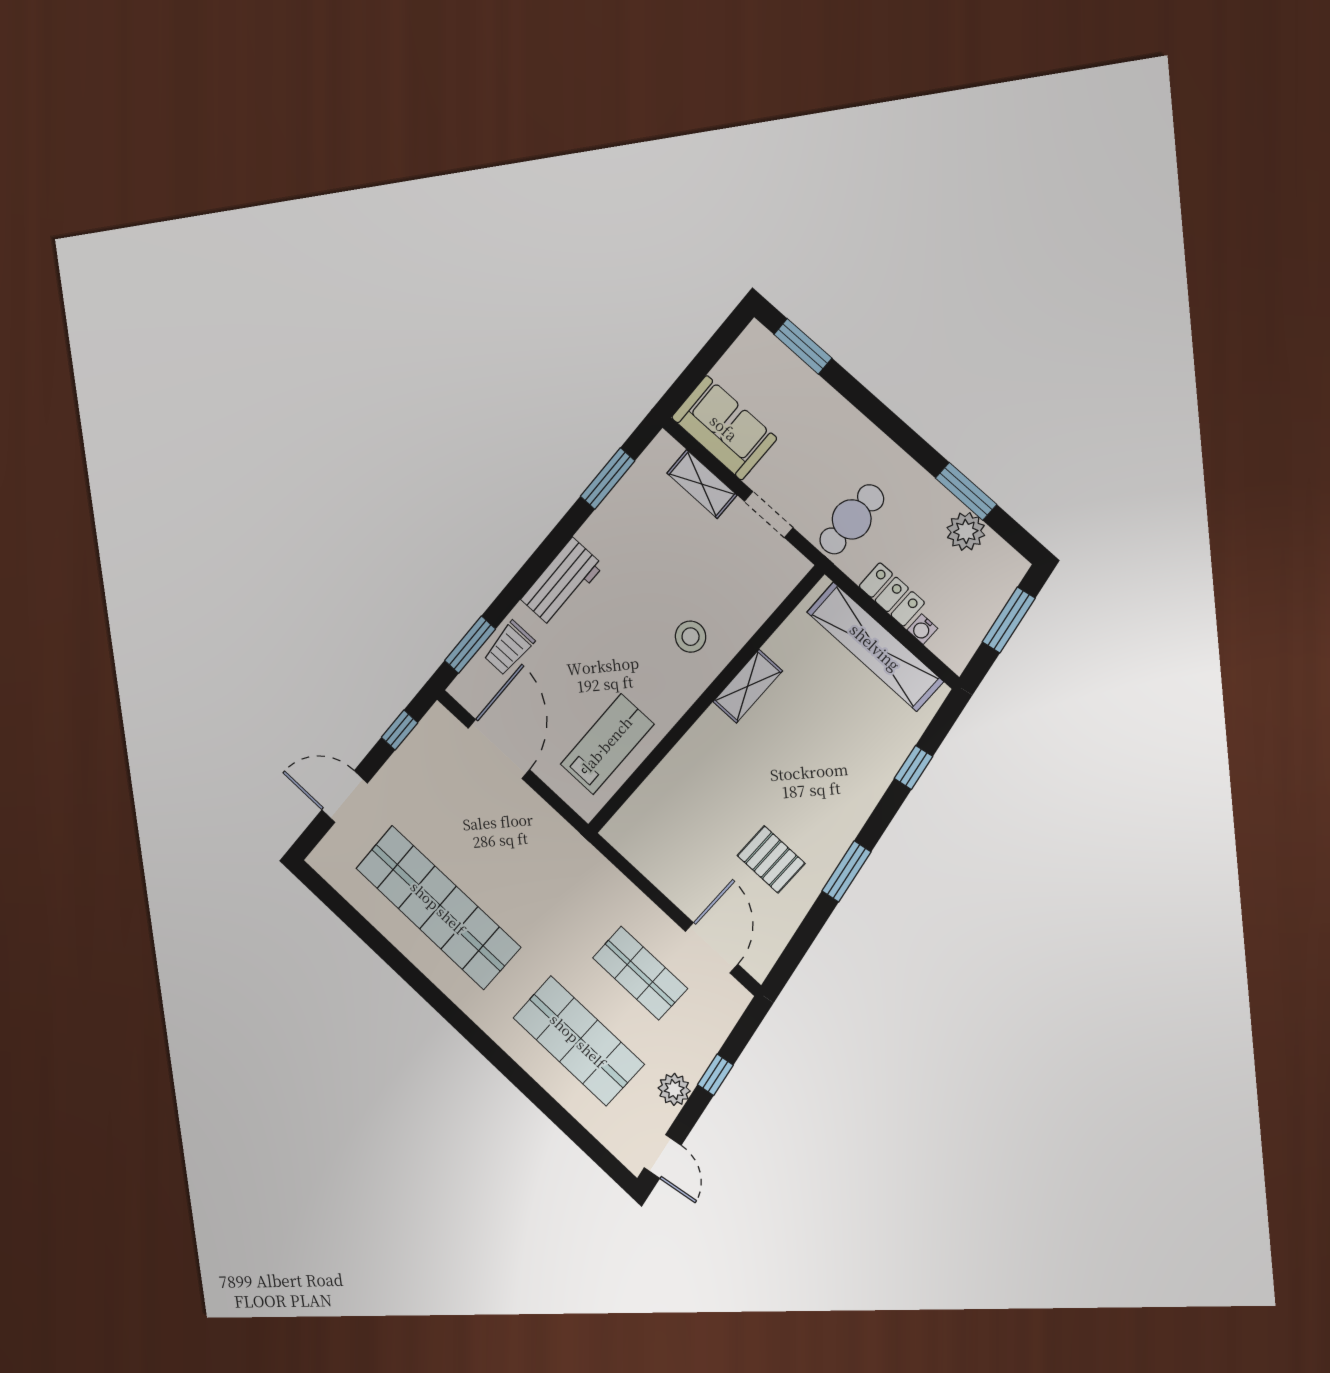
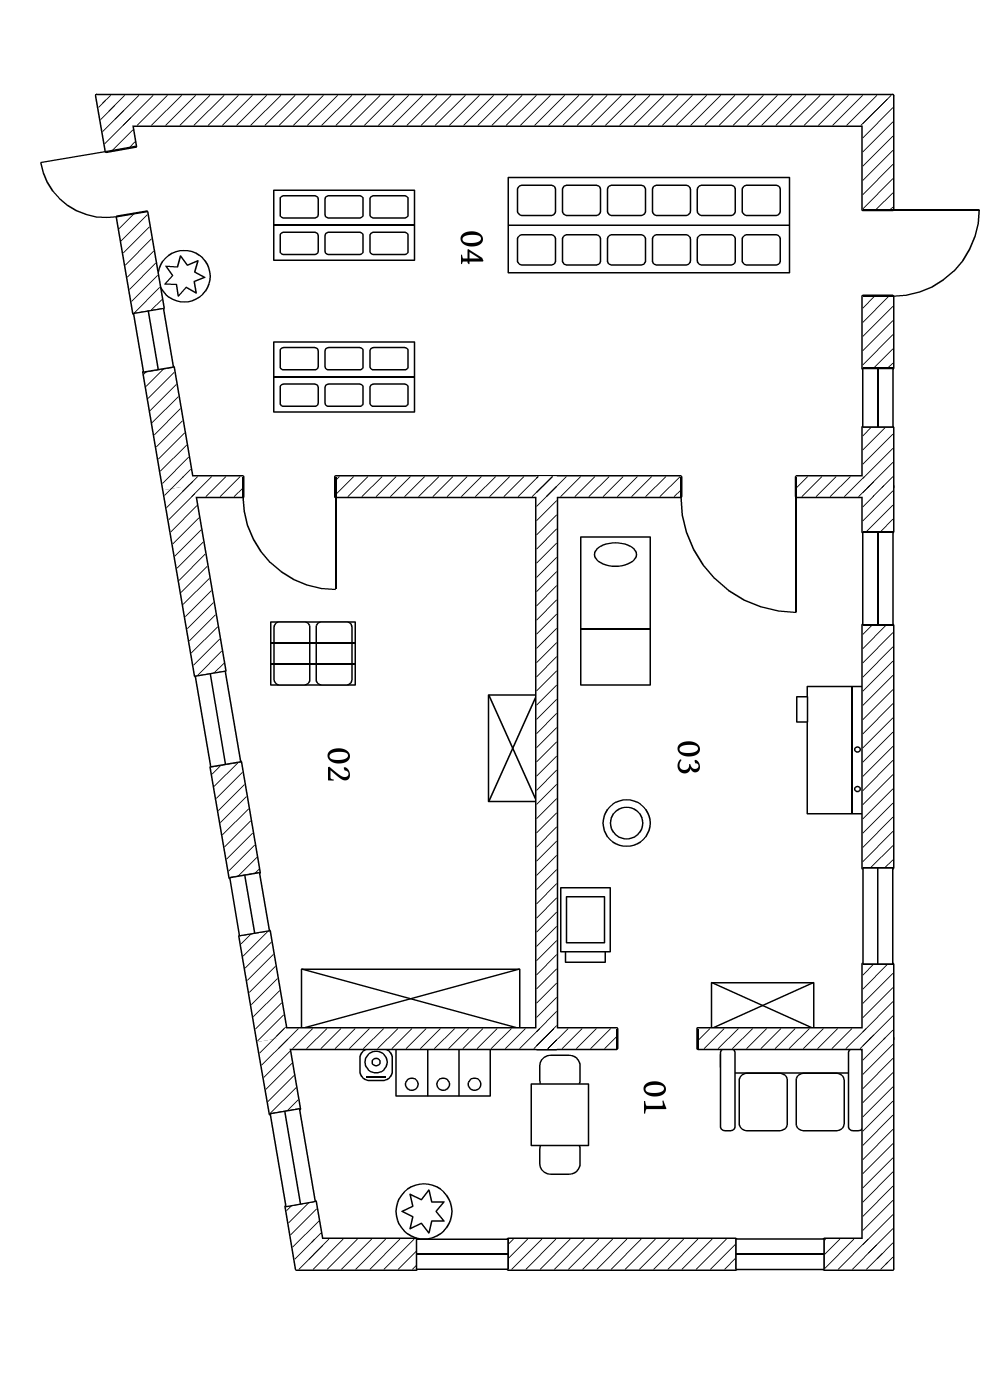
trolley: (509, 648) -> (585, 925), moved
shelving: (748, 686) -> (513, 748), moved
shop shelf: (578, 1041) -> (344, 225), width x0.70, depth x0.74

